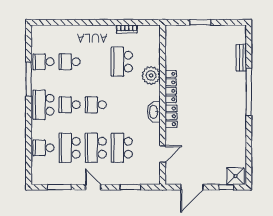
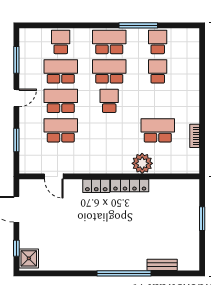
school desk: (70, 105) -> (109, 71), width x1.85
washbasin: (154, 112) -> (101, 166), removed

